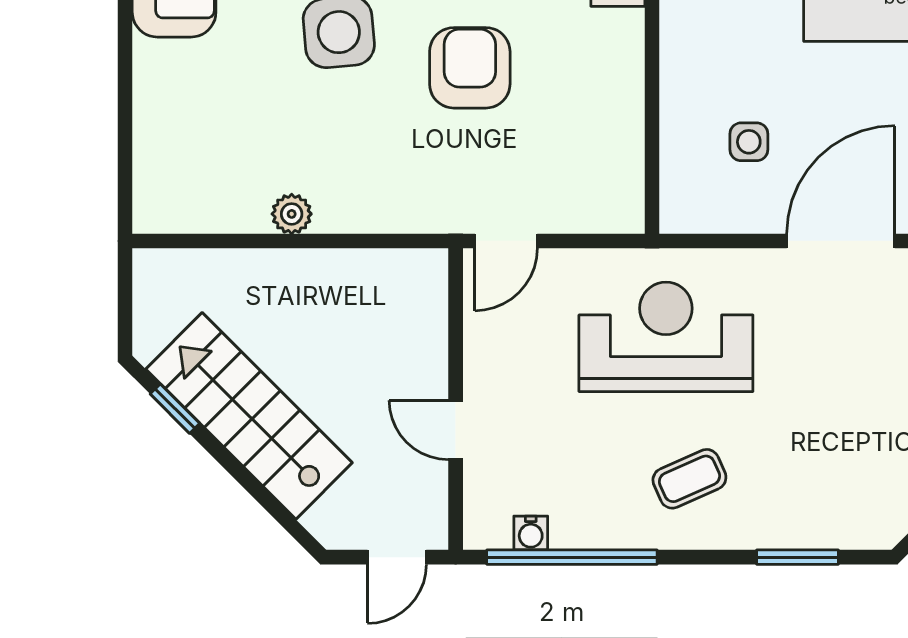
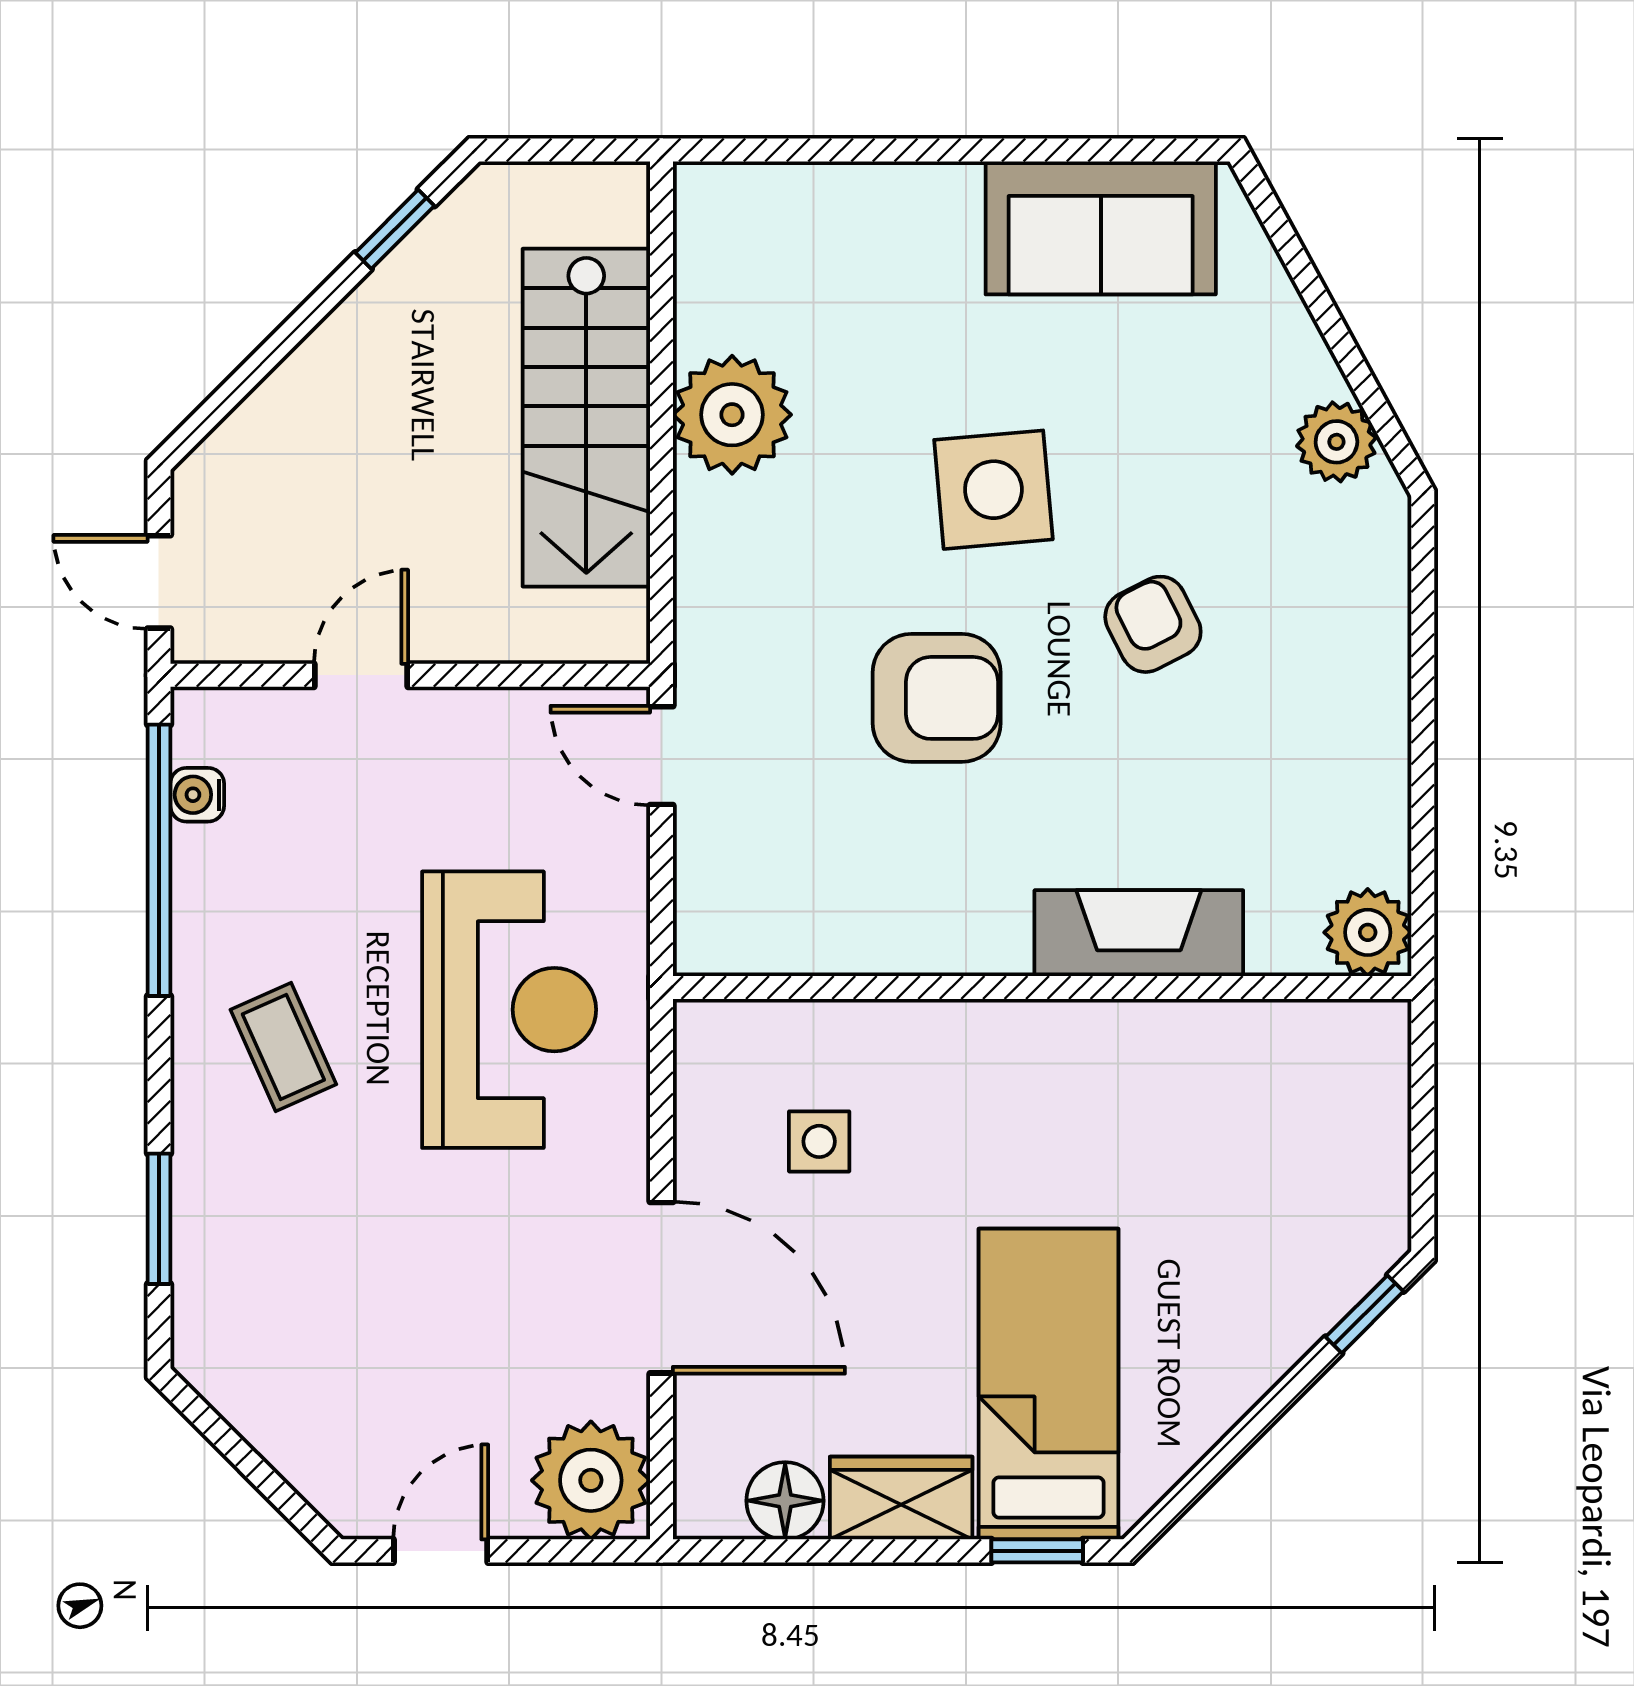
plant: (292, 214) -> (732, 415), width x1.88, depth x1.88
stairs: (249, 416) -> (586, 418), moved, turned 135

